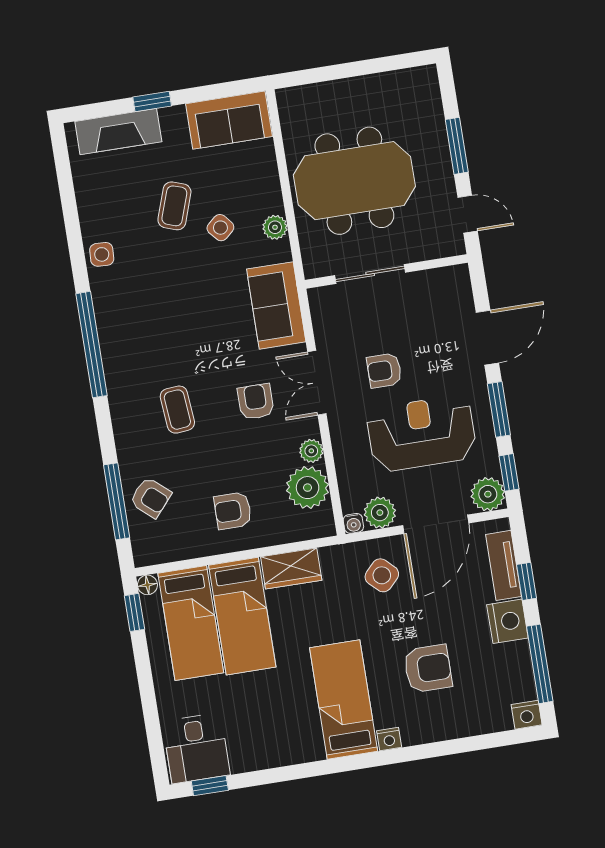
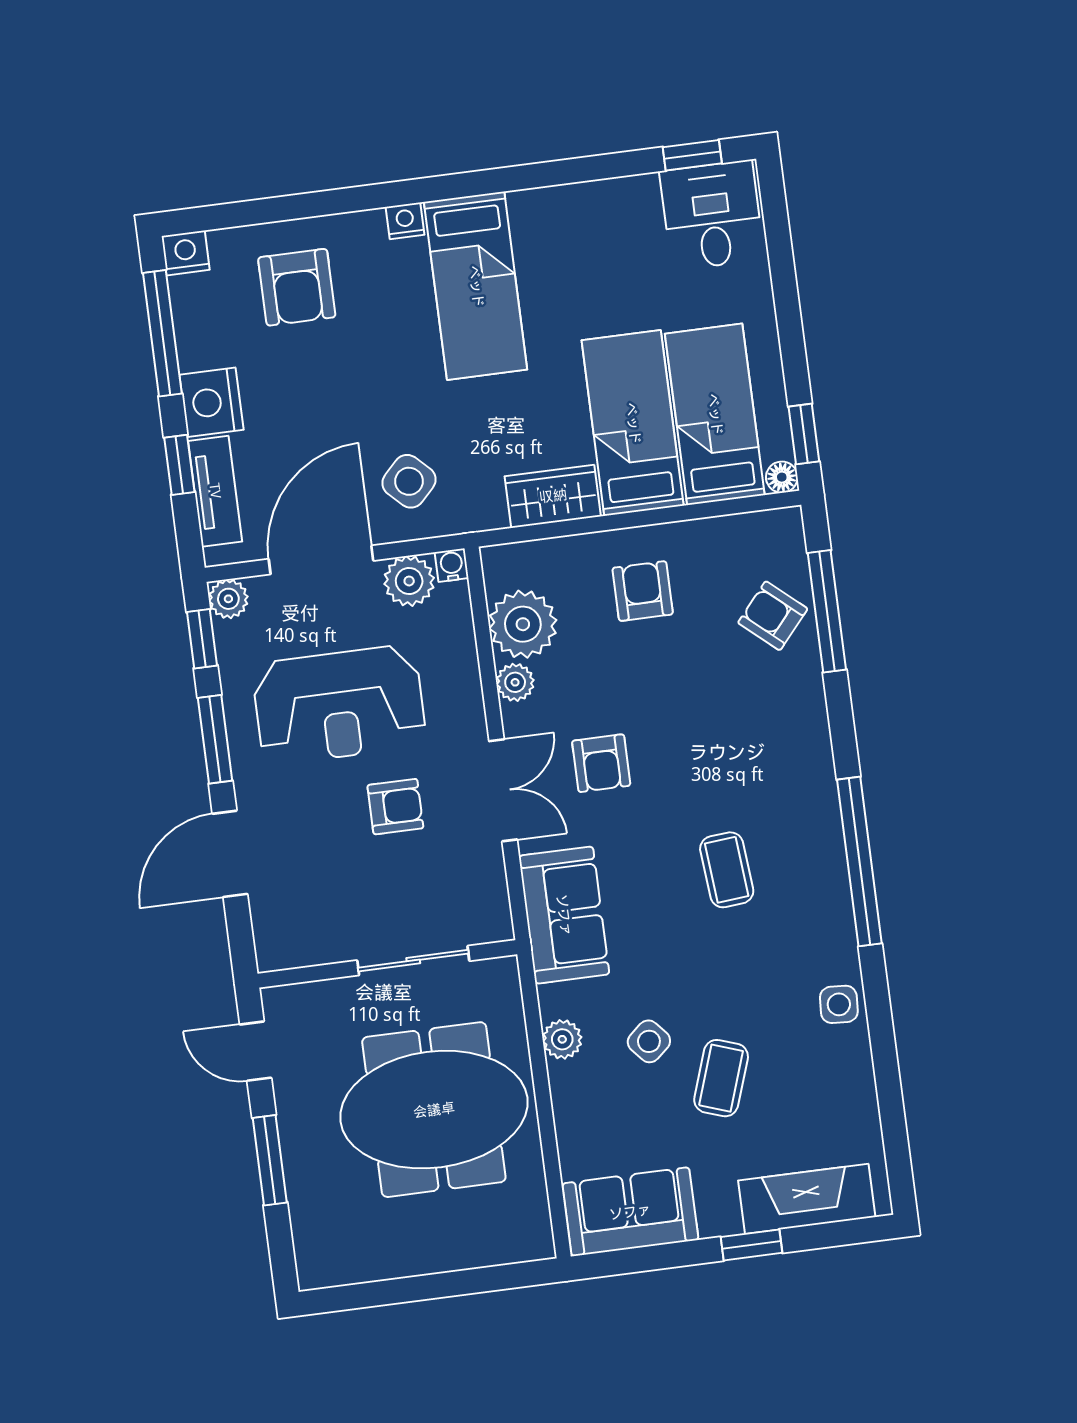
coffee table: (177, 410) -> (727, 870), moved
plant: (488, 494) -> (228, 599), width x0.73, depth x0.73
armchair: (233, 511) -> (643, 591), turned -90
armchair: (428, 669) -> (297, 287), moved, turned -90

